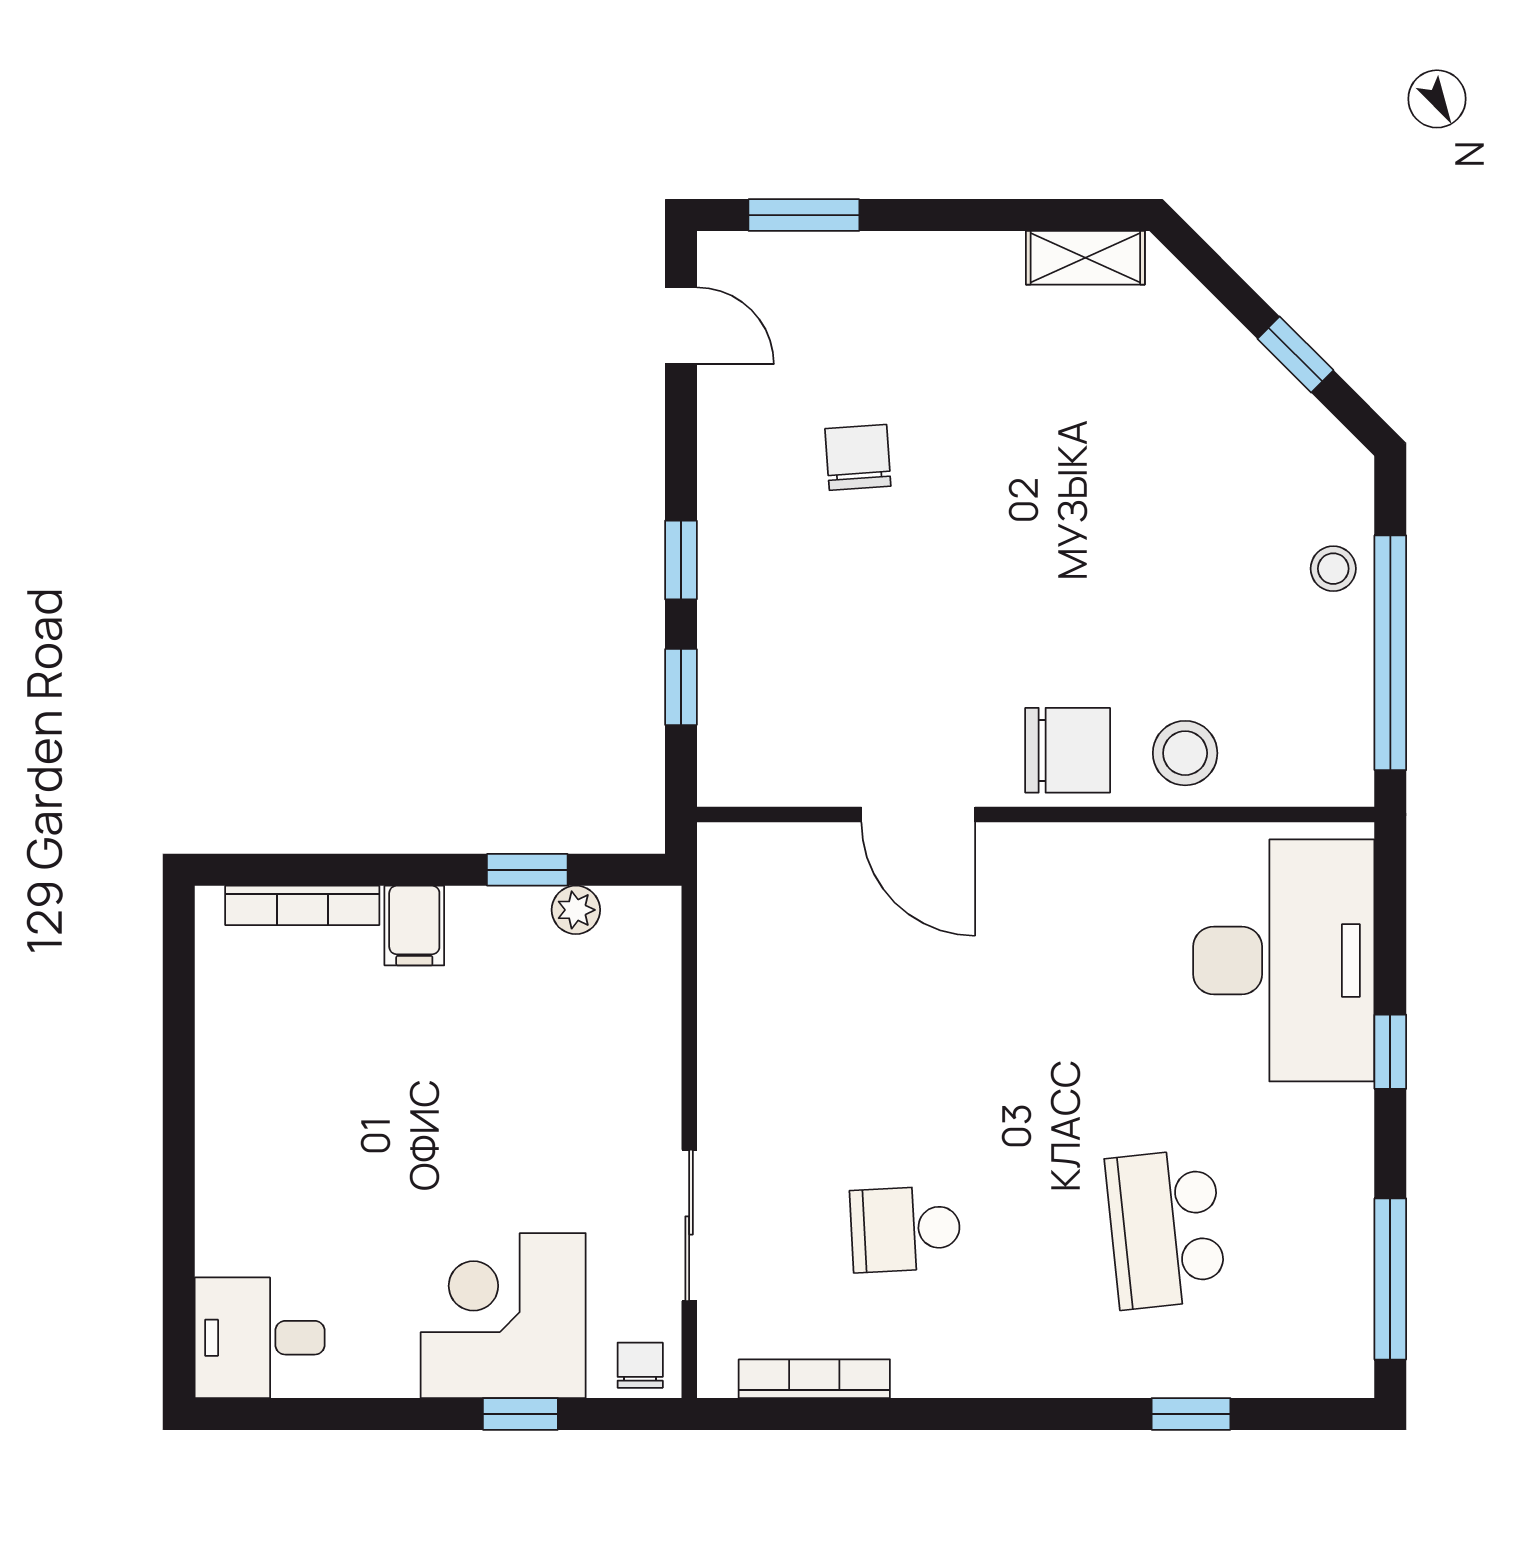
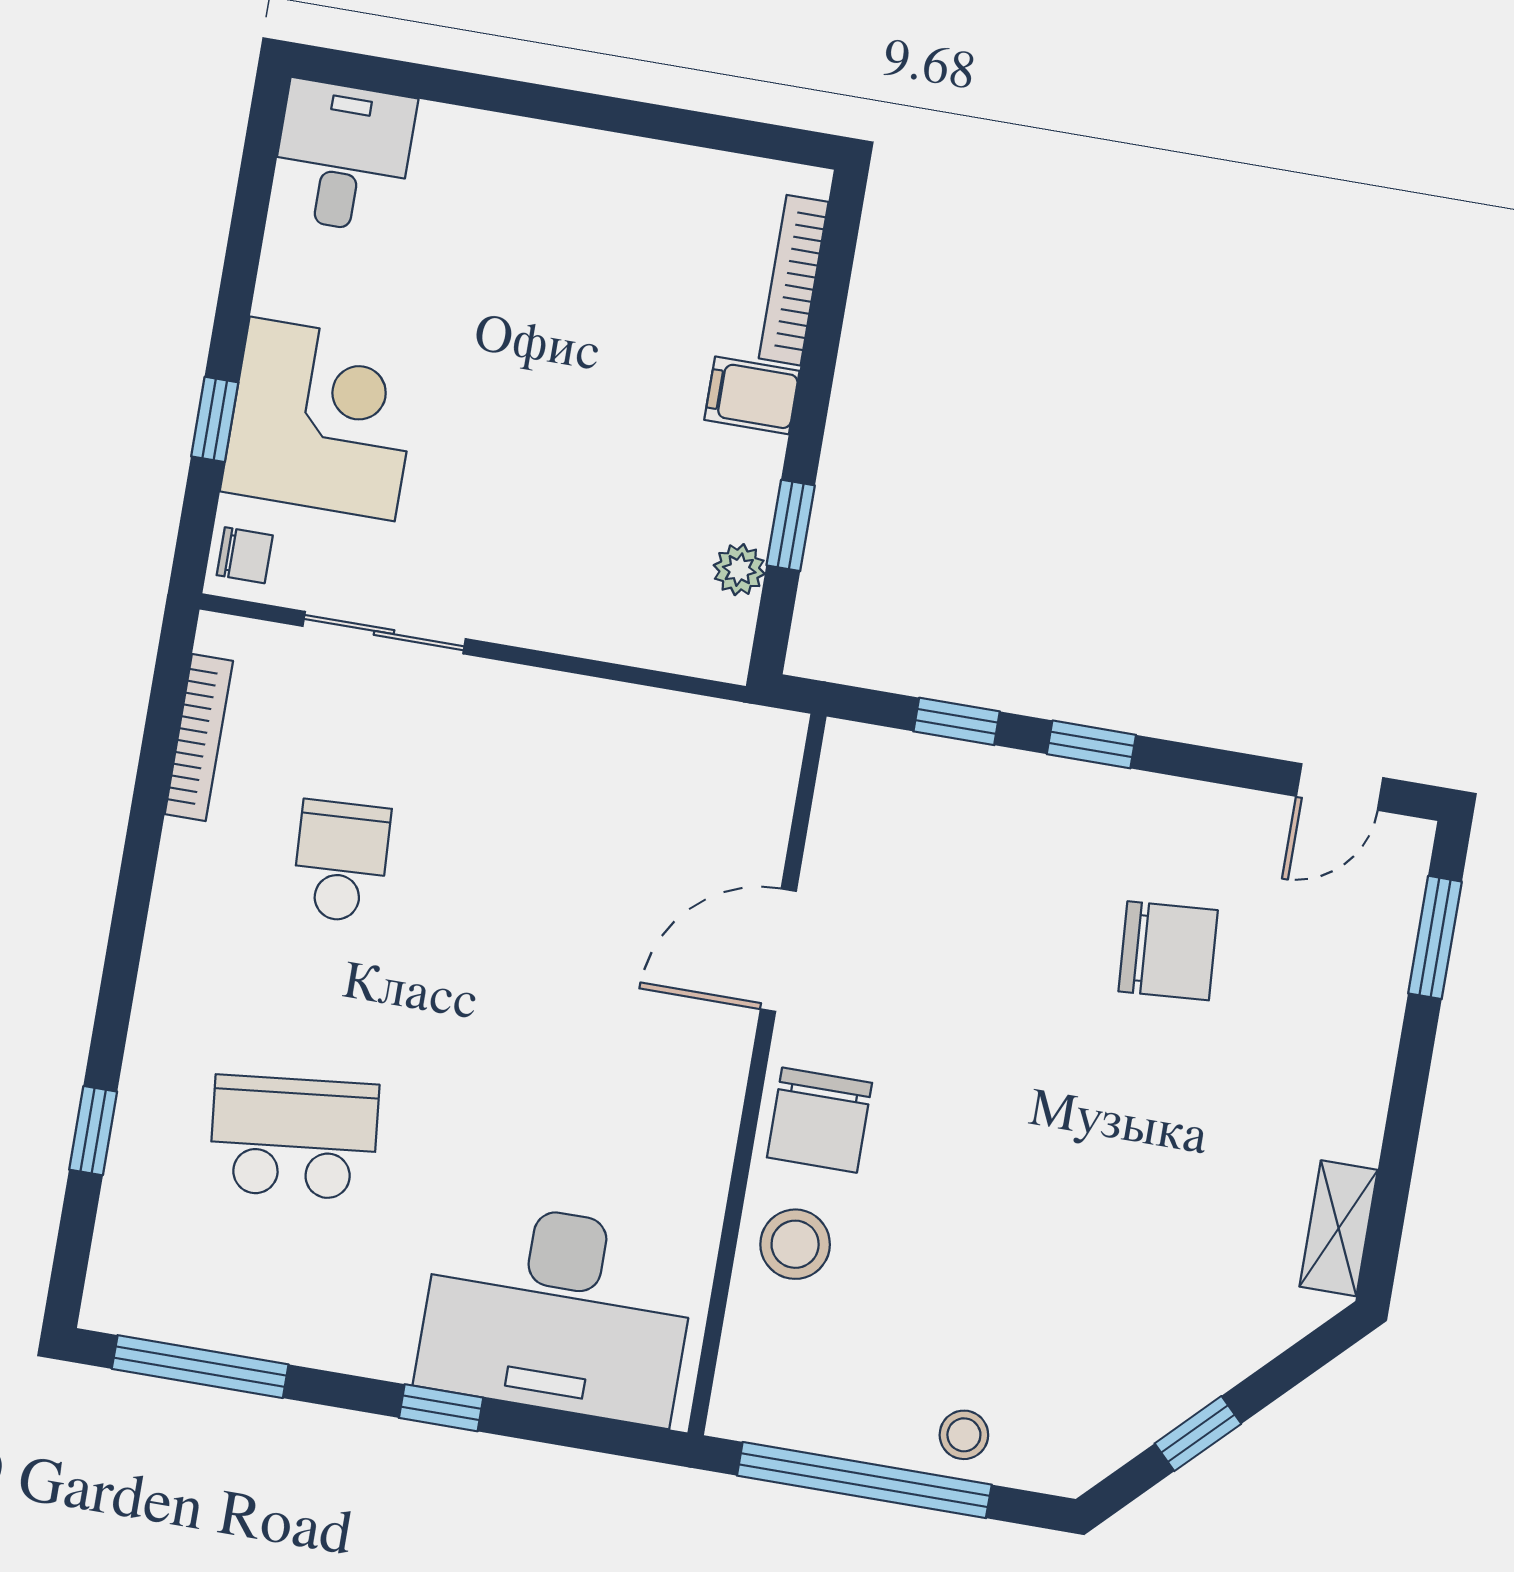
chair: (858, 457) -> (1168, 951), width x1.37, depth x1.37

